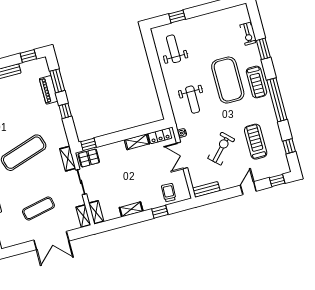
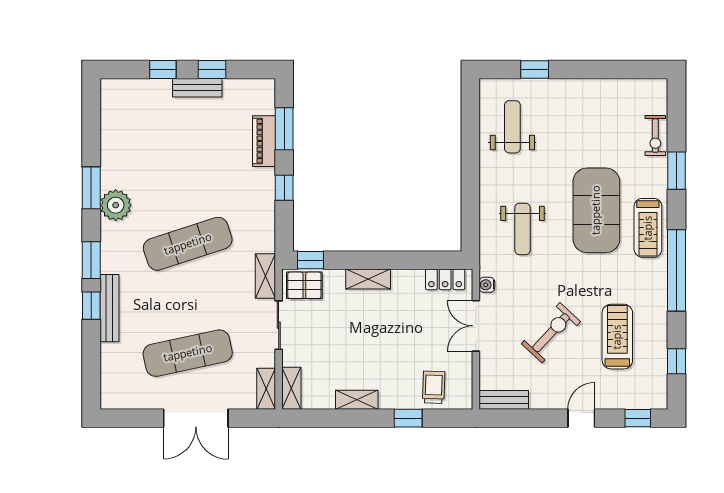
window: (28, 56) -> (212, 69), moved
shelving: (137, 142) -> (368, 279), moved
exercise mat: (38, 209) -> (188, 353), width x1.36, depth x1.45

